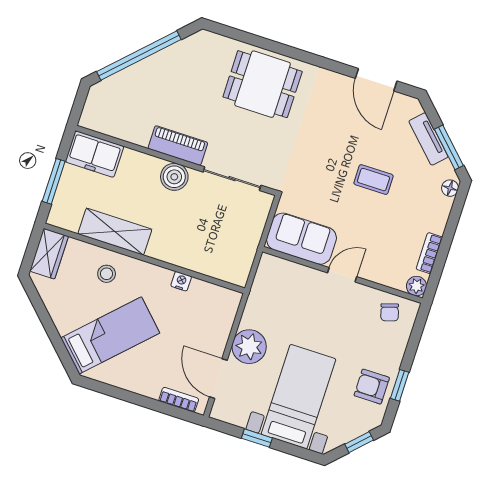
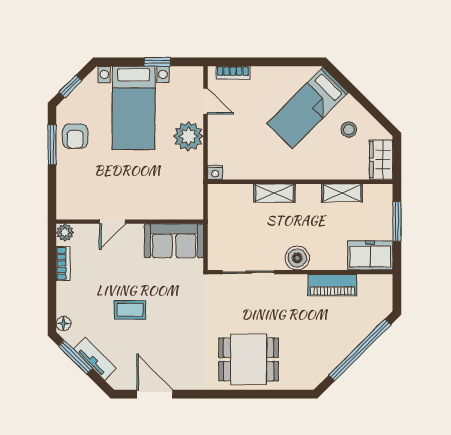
piano: (178, 146) -> (332, 285), moved
shelving: (115, 232) -> (342, 193), width x0.67, depth x0.75
shelving: (176, 255) -> (274, 193), added
stool: (107, 274) -> (349, 129), moved
door: (342, 275) -> (112, 222), moved
nightstand: (181, 281) -> (215, 172), moved
chair: (390, 312) -> (80, 203), removed
door: (218, 379) -> (206, 101), width x0.73
window: (400, 385) -> (52, 145), width x1.50
armchair: (372, 387) -> (75, 136), turned 90

